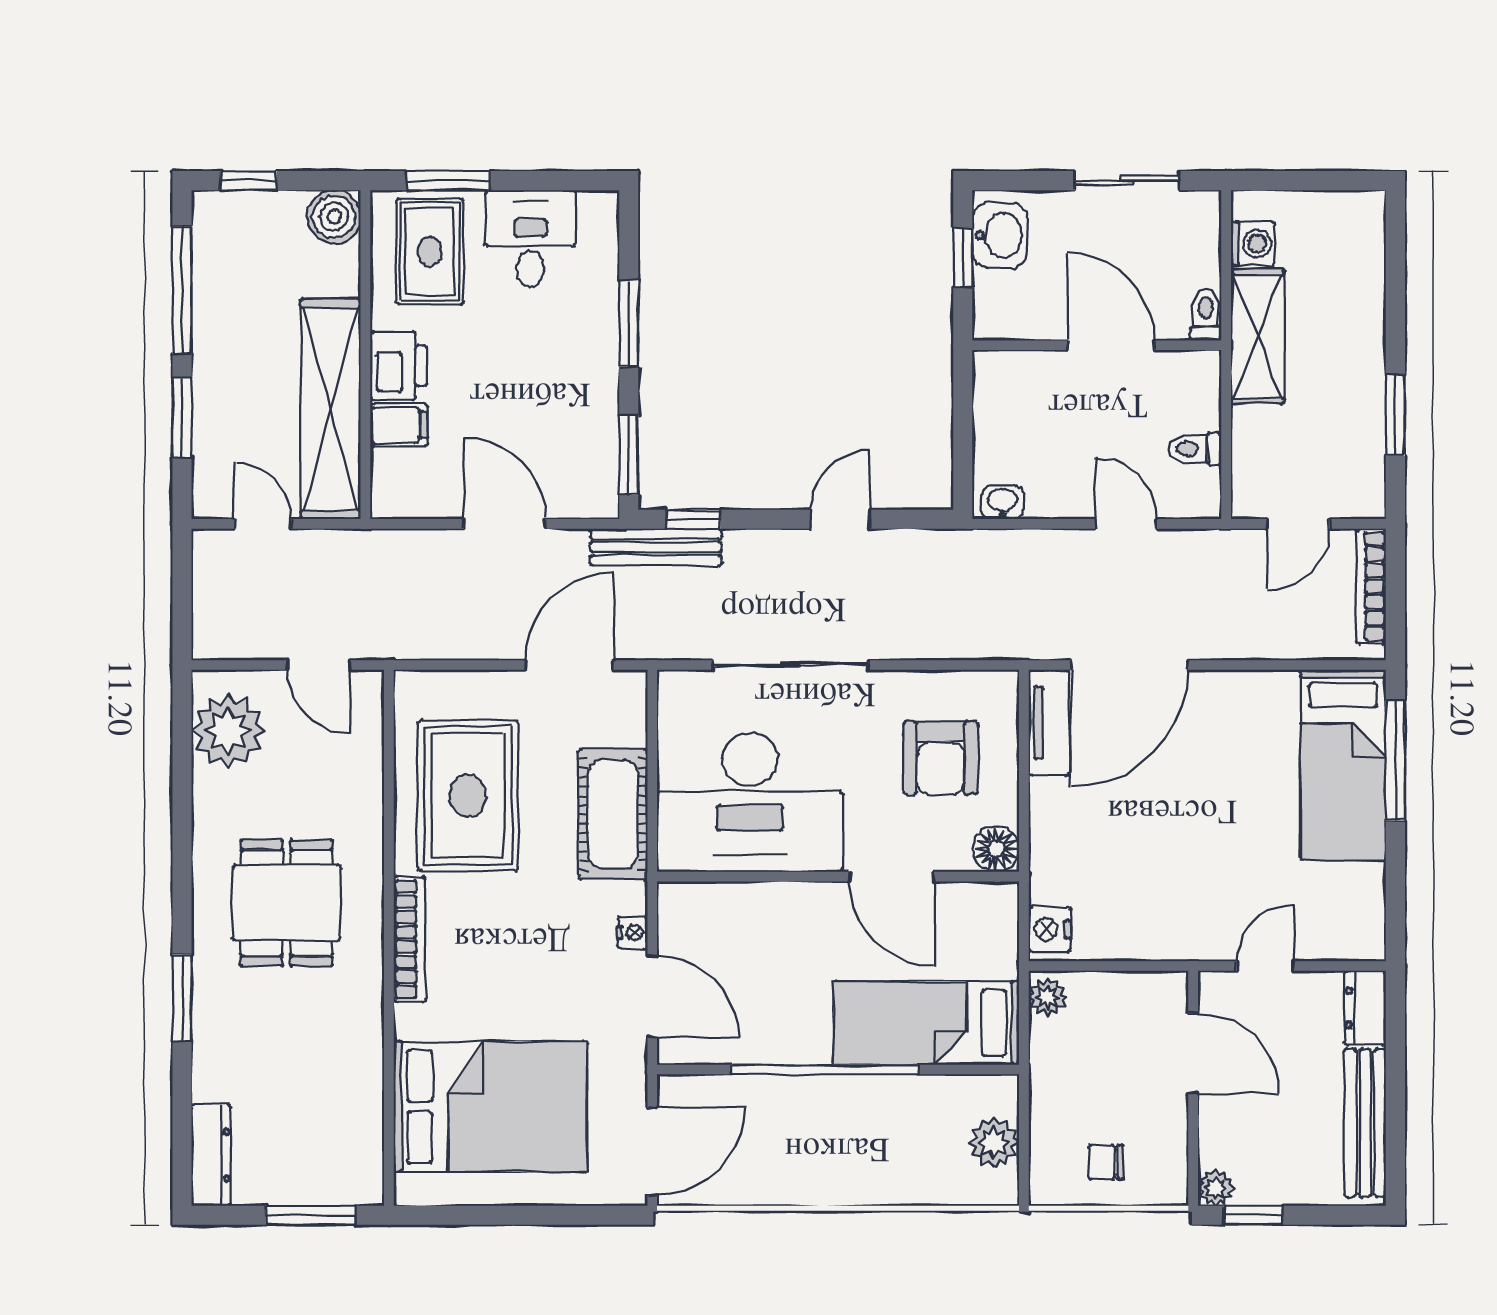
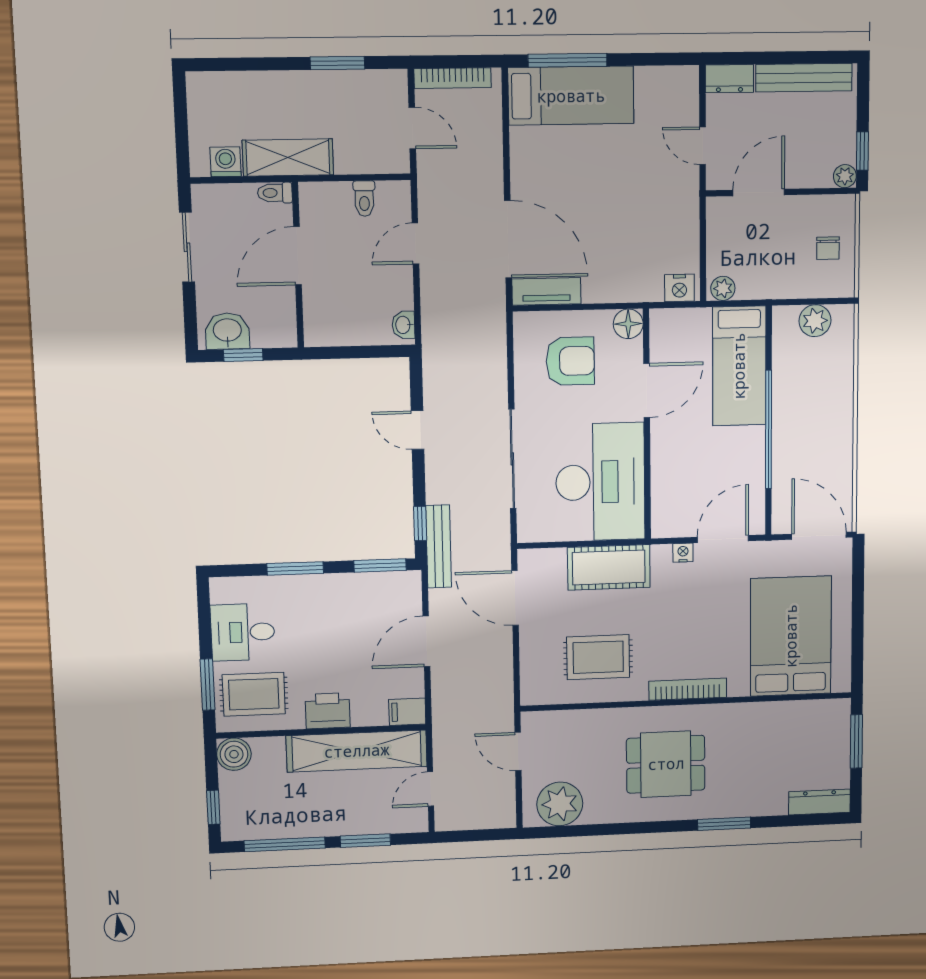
filing cabinet: (399, 425) -> (407, 712), moved, turned -90
door: (319, 665) -> (518, 751), swing flipped
rug: (468, 796) -> (598, 657), width x0.73, depth x0.70

